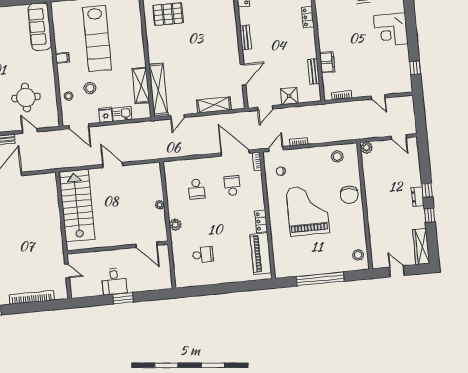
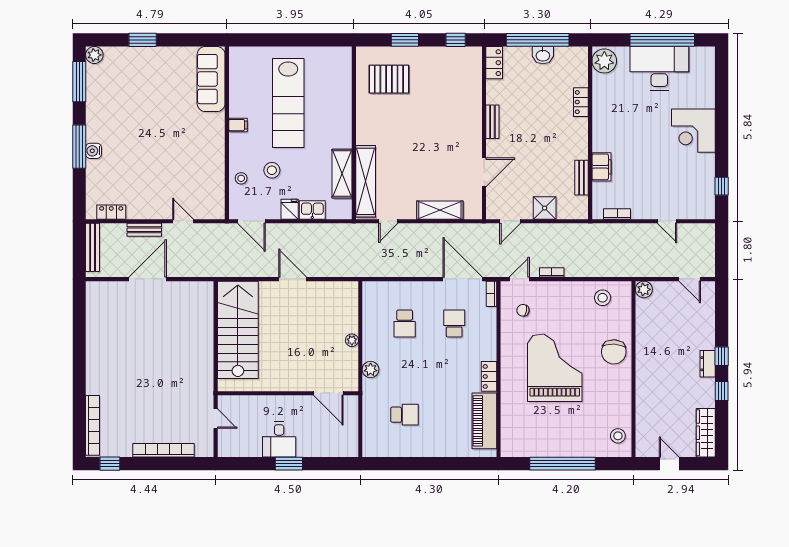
round table: (26, 97) -> (182, 175), removed

